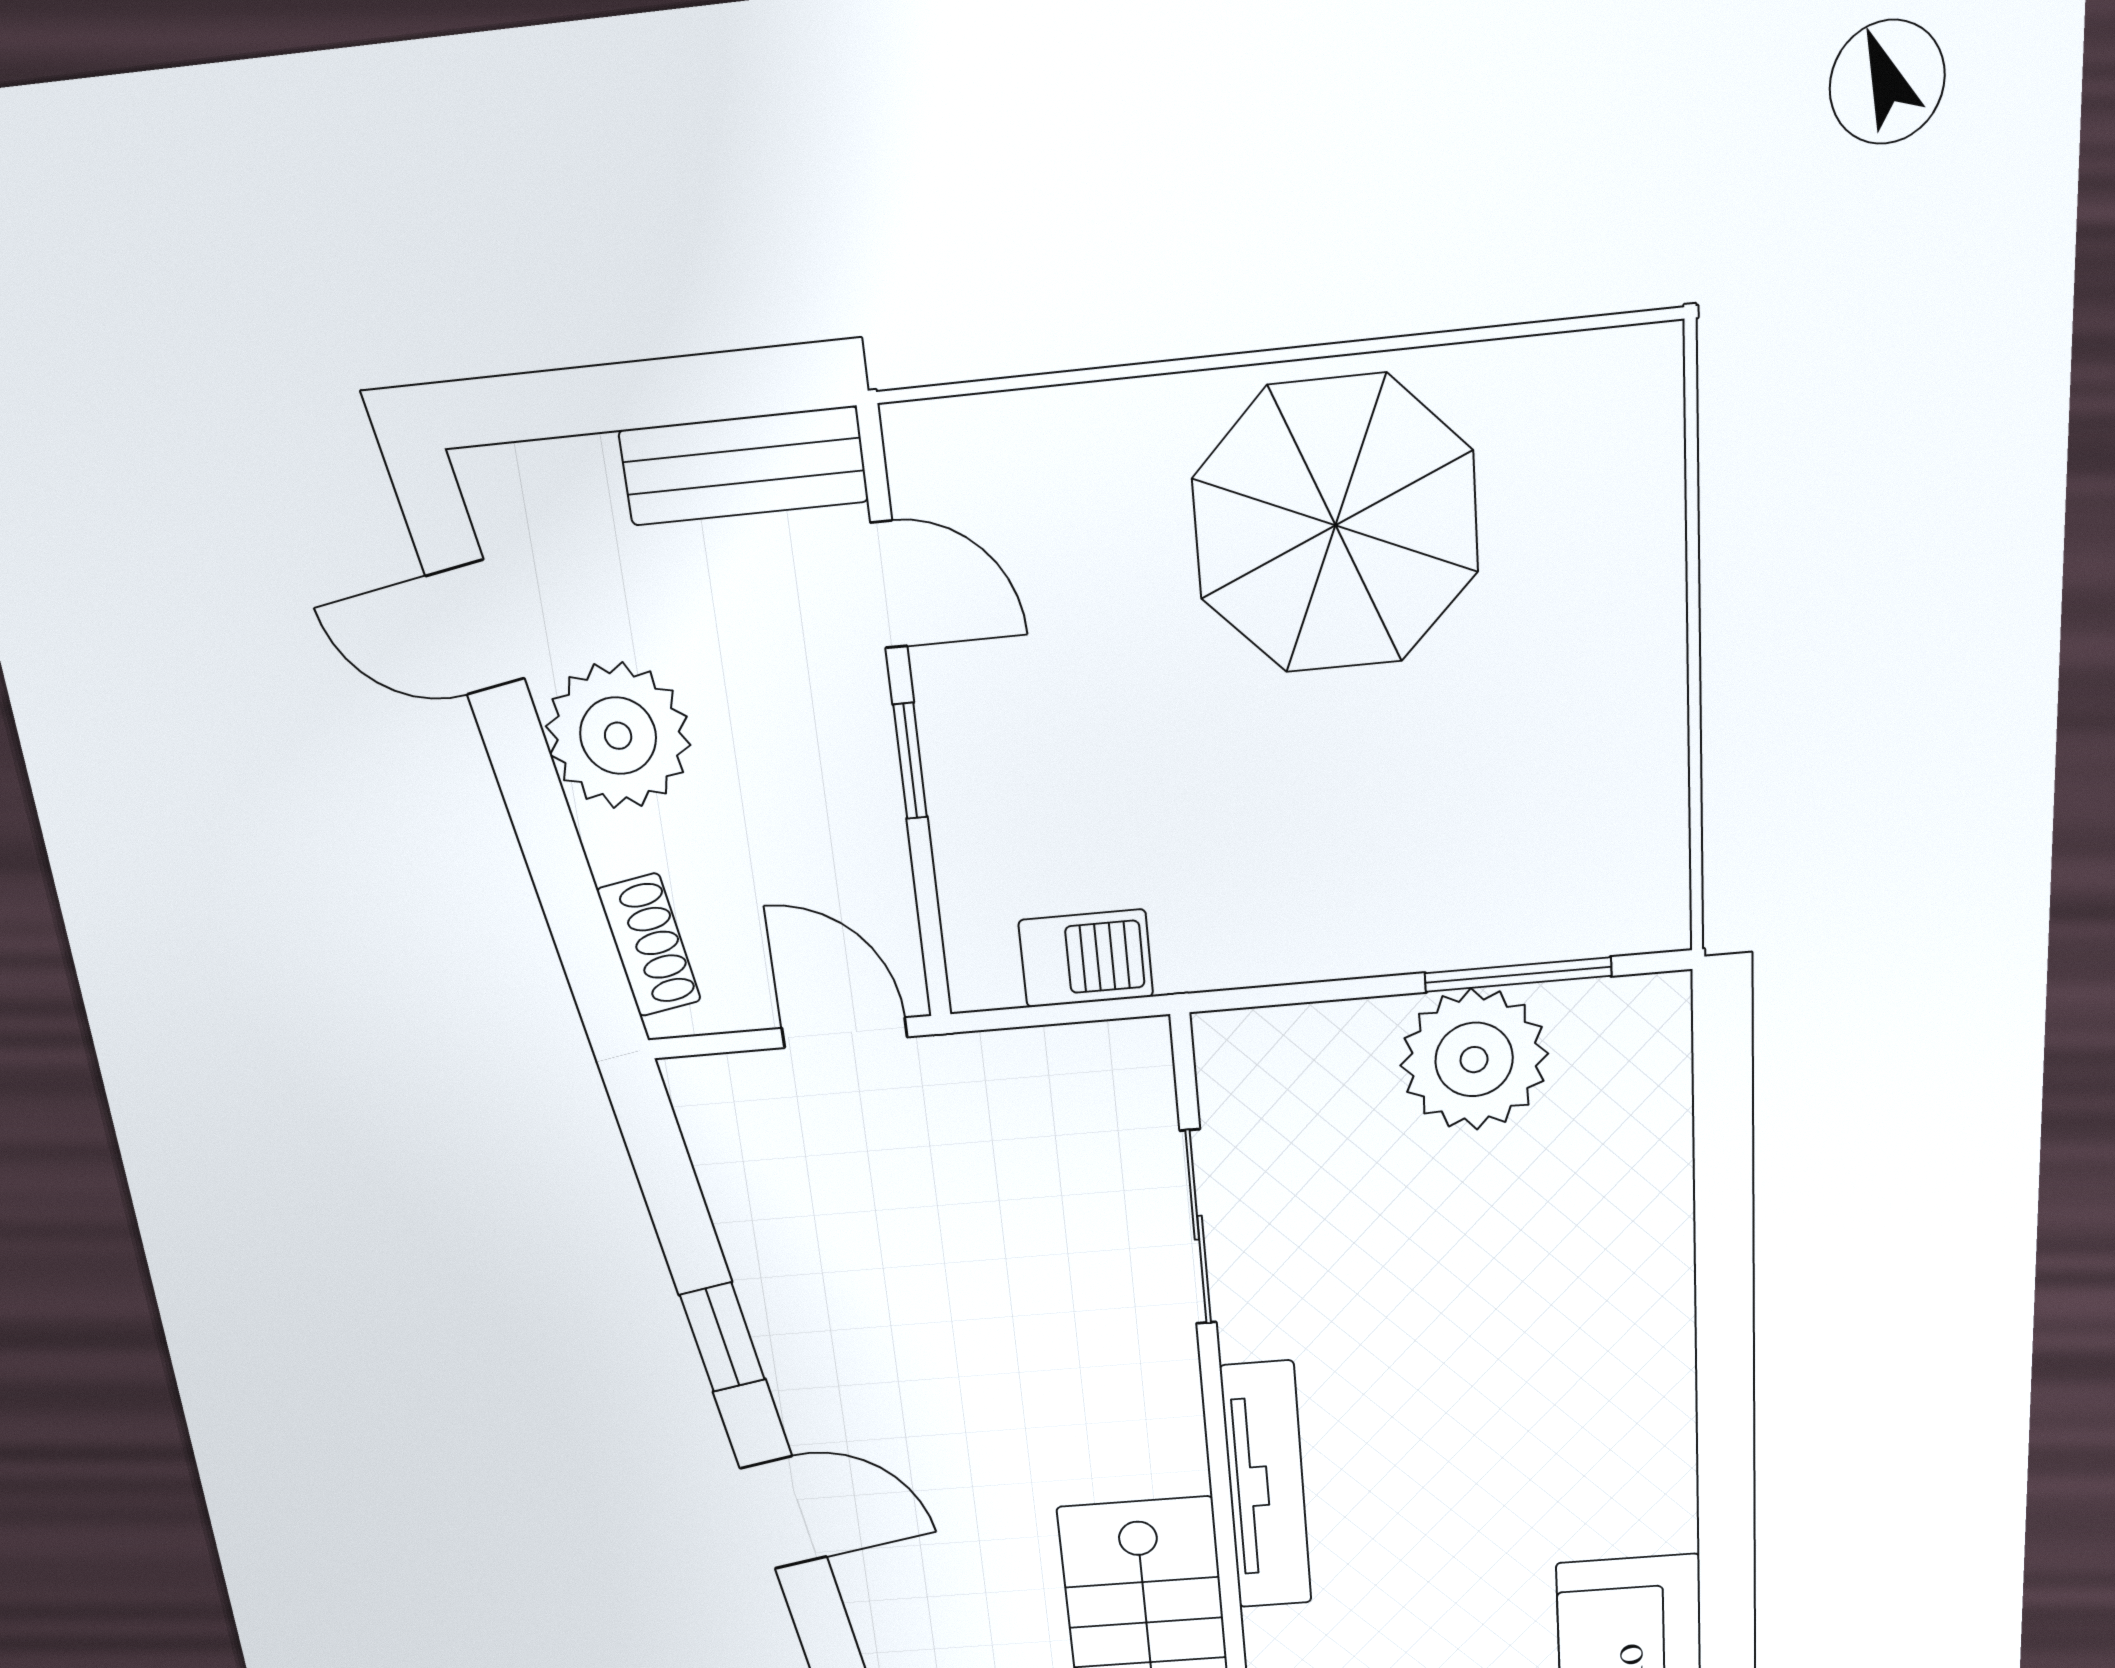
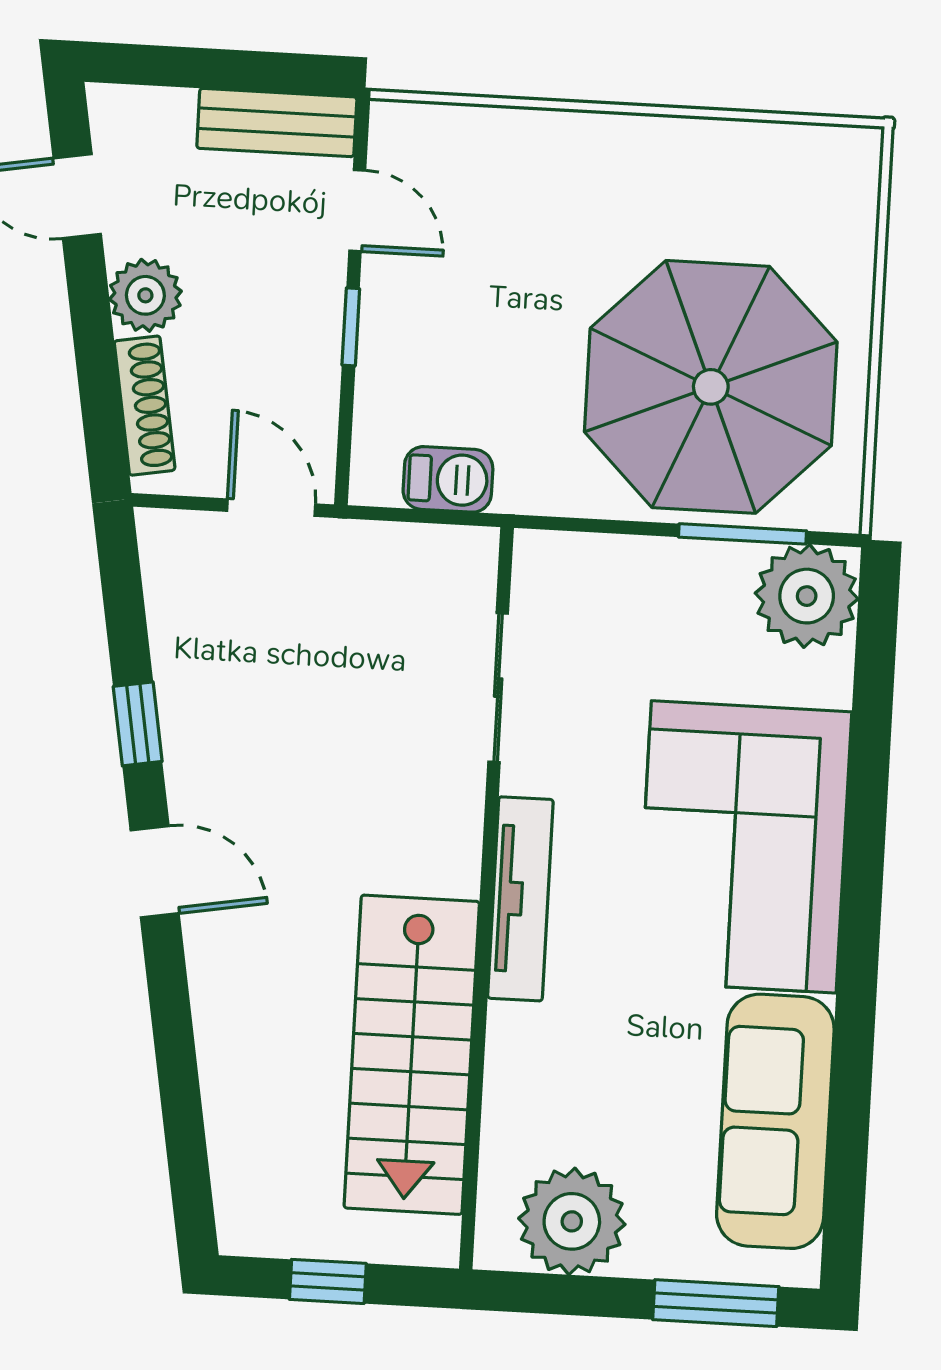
parasol: (1336, 525) -> (711, 387), moved, width x1.36, depth x1.36
plant: (618, 736) -> (145, 295), width x0.73, depth x0.73
shoe rack: (649, 945) -> (145, 406), width x1.43
plant: (1474, 1060) -> (807, 596), moved
corner sofa: (1559, 1385) -> (744, 847), added

